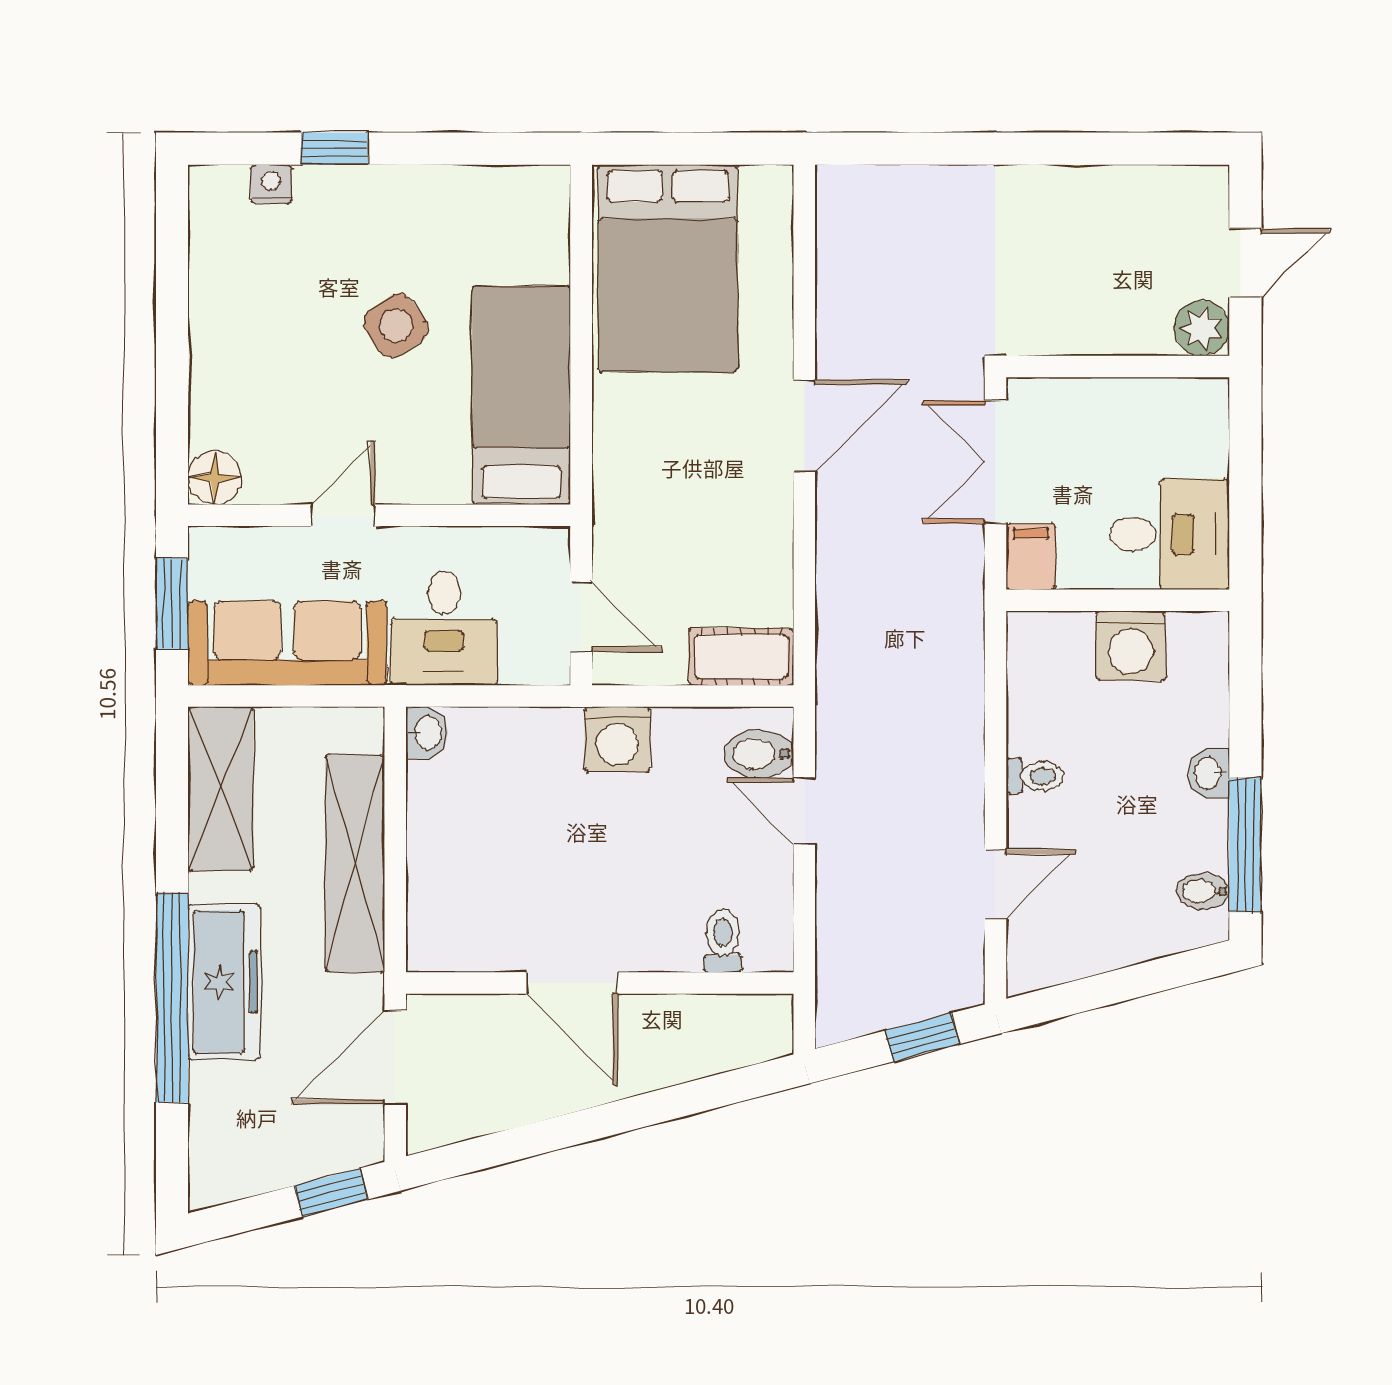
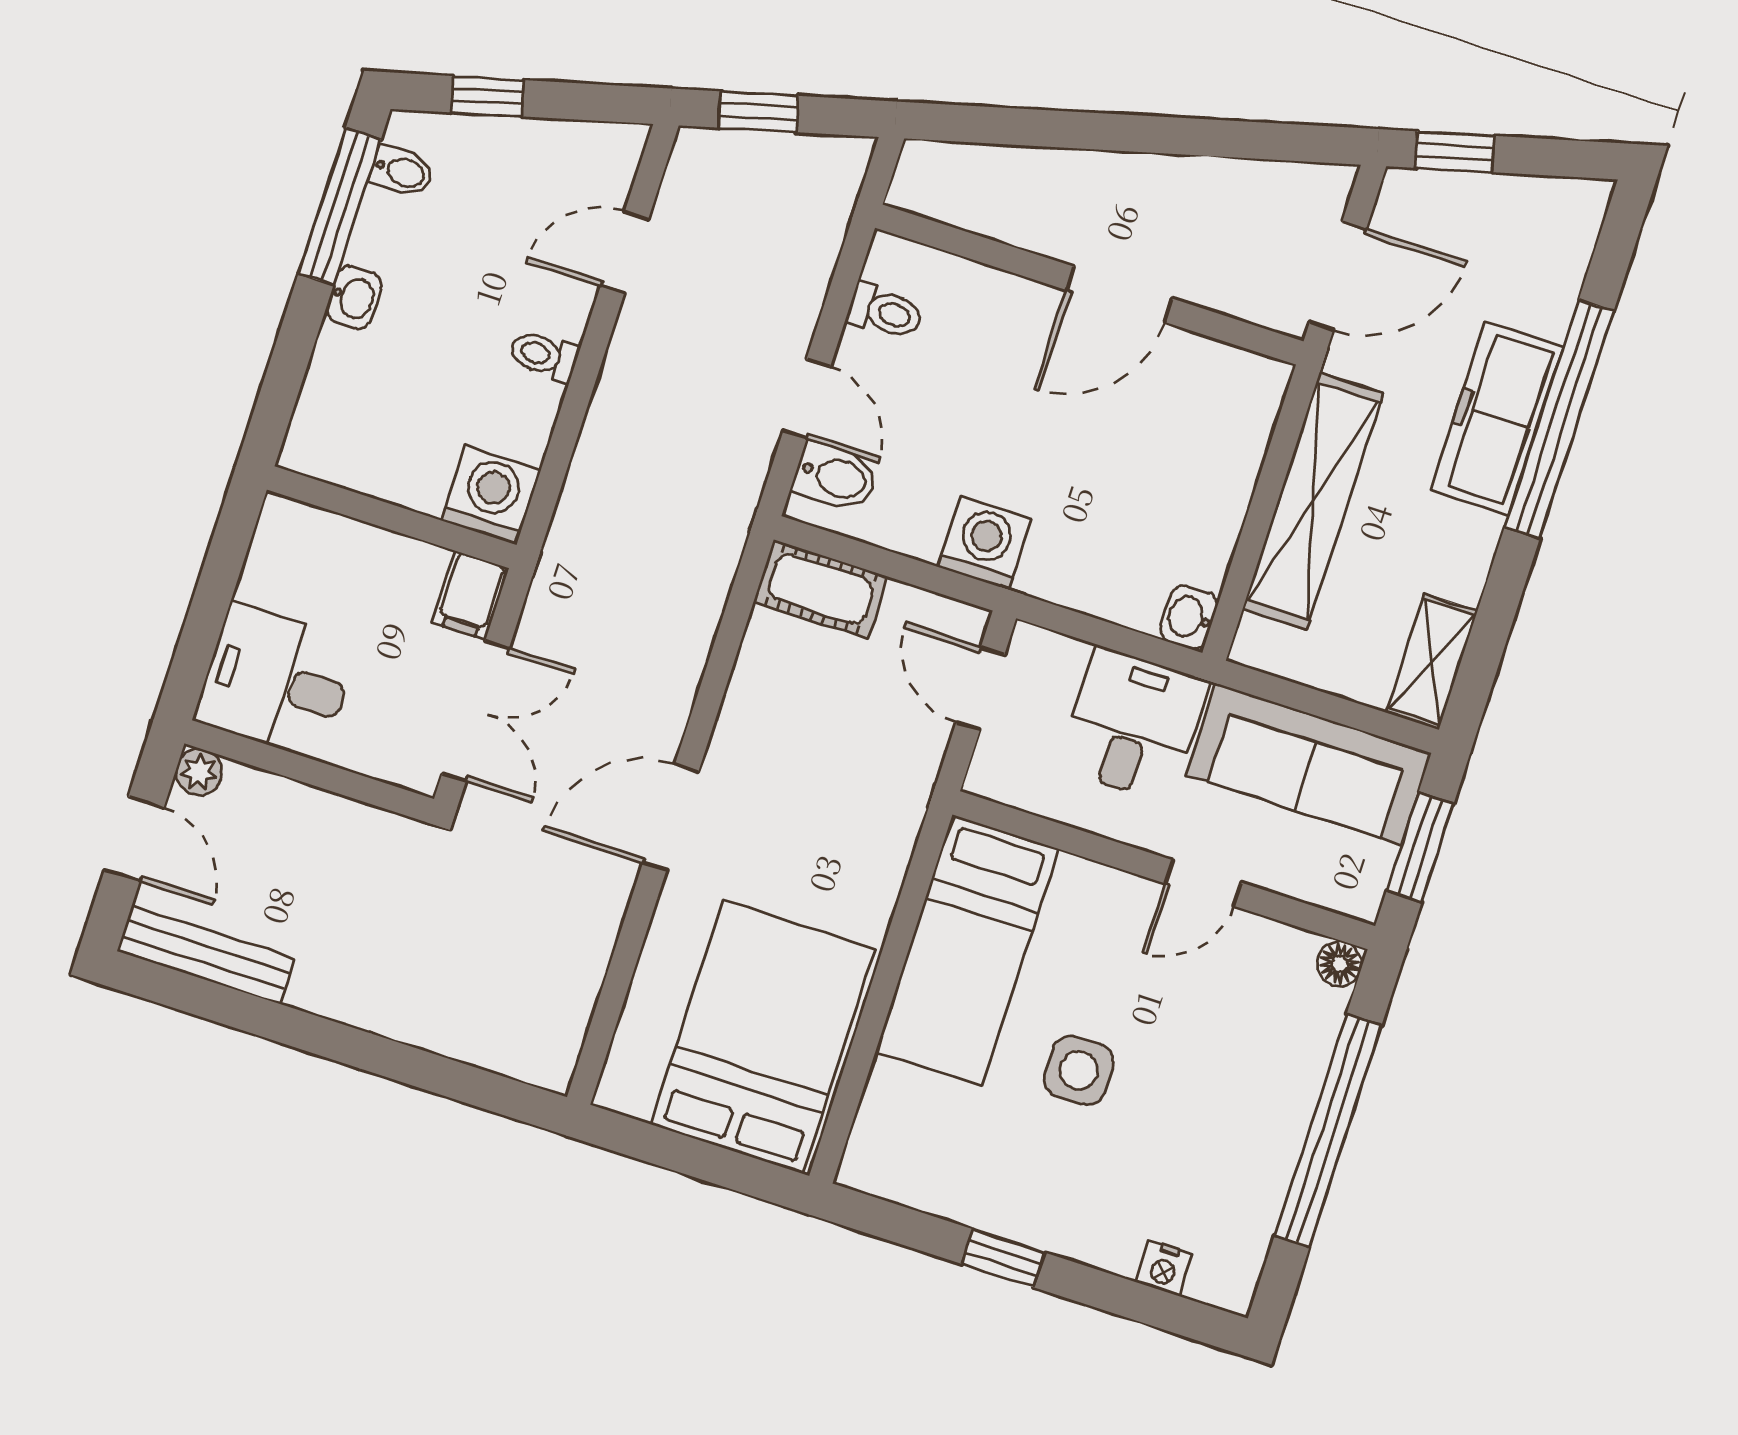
window: (334, 149) -> (1003, 1258), moved
bench: (1154, 186) -> (206, 955), added
door: (1245, 263) -> (134, 839), swing flipped
side table: (396, 326) -> (1079, 1070), turned 34
plant: (1202, 328) -> (199, 772), width x0.73, depth x0.73
window: (172, 343) -> (1328, 1130), added
floor lamp: (215, 478) -> (1340, 964), width x0.73, depth x0.73
desk: (1170, 534) -> (276, 681), moved
washing machine: (1131, 646) -> (491, 495), moved
shelving: (221, 789) -> (1432, 662), width x0.67, depth x0.75
toilet: (723, 941) -> (885, 312), moved, turned -90
window: (1152, 977) -> (488, 96), added
door: (572, 983) -> (1119, 294), swing flipped

